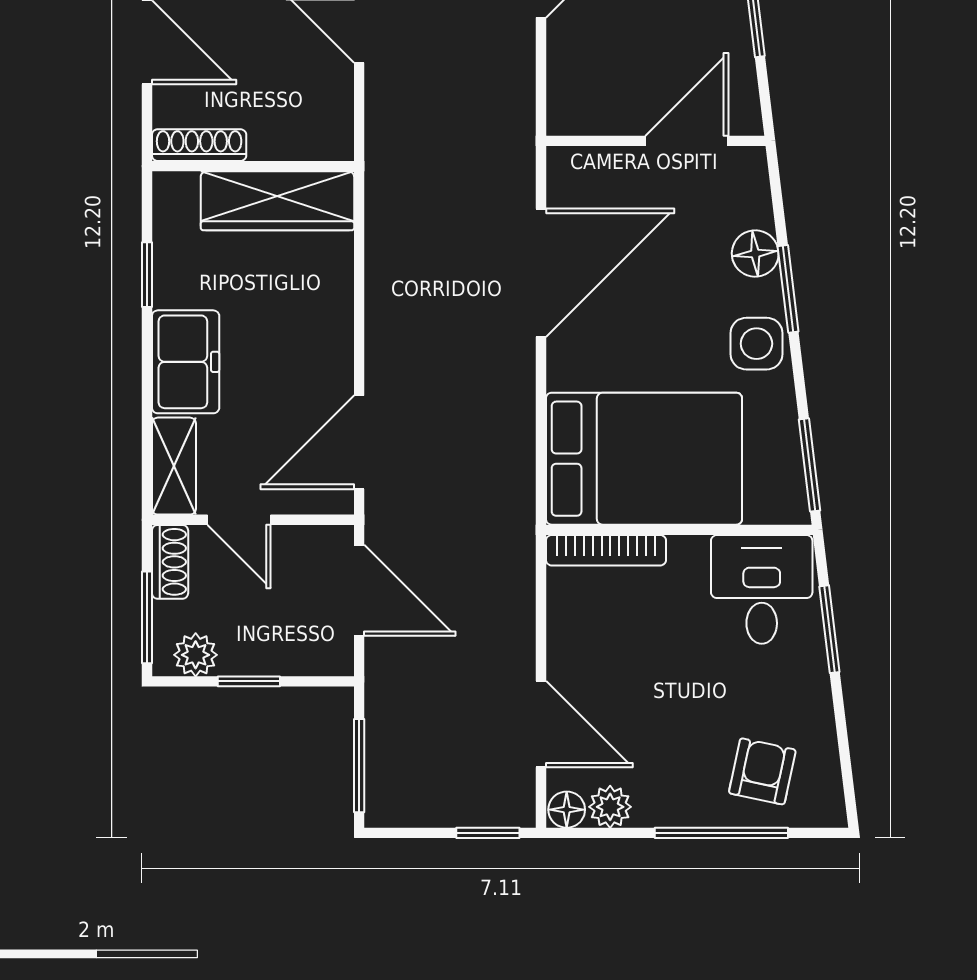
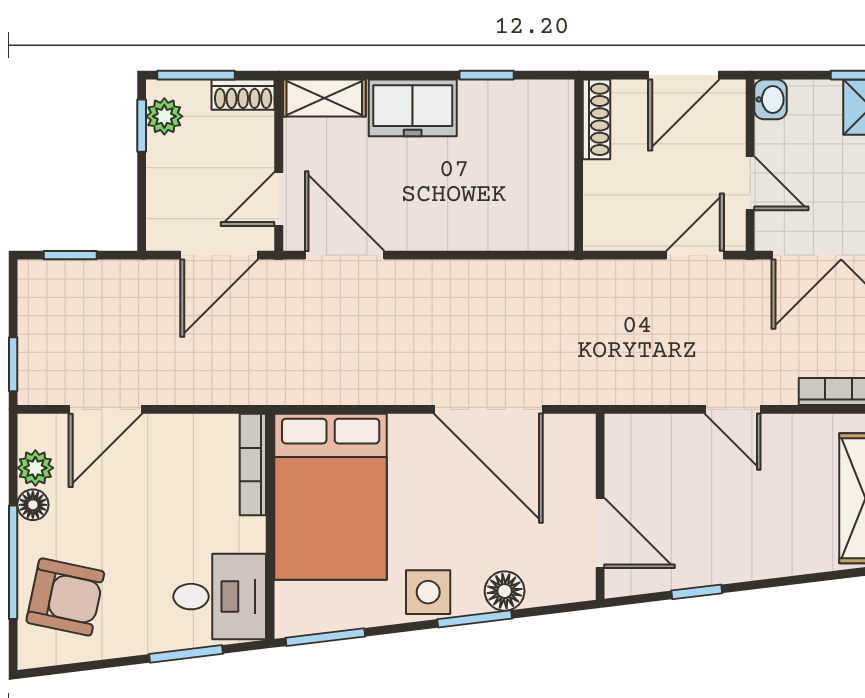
wardrobe: (277, 201) -> (549, 186), removed
door: (239, 520) -> (279, 199), moved
window: (249, 681) -> (142, 126), moved
window: (359, 766) -> (70, 255), width x0.67
armchair: (762, 771) -> (65, 597), width x1.38, depth x1.38
floor lamp: (567, 810) -> (33, 505), moved

